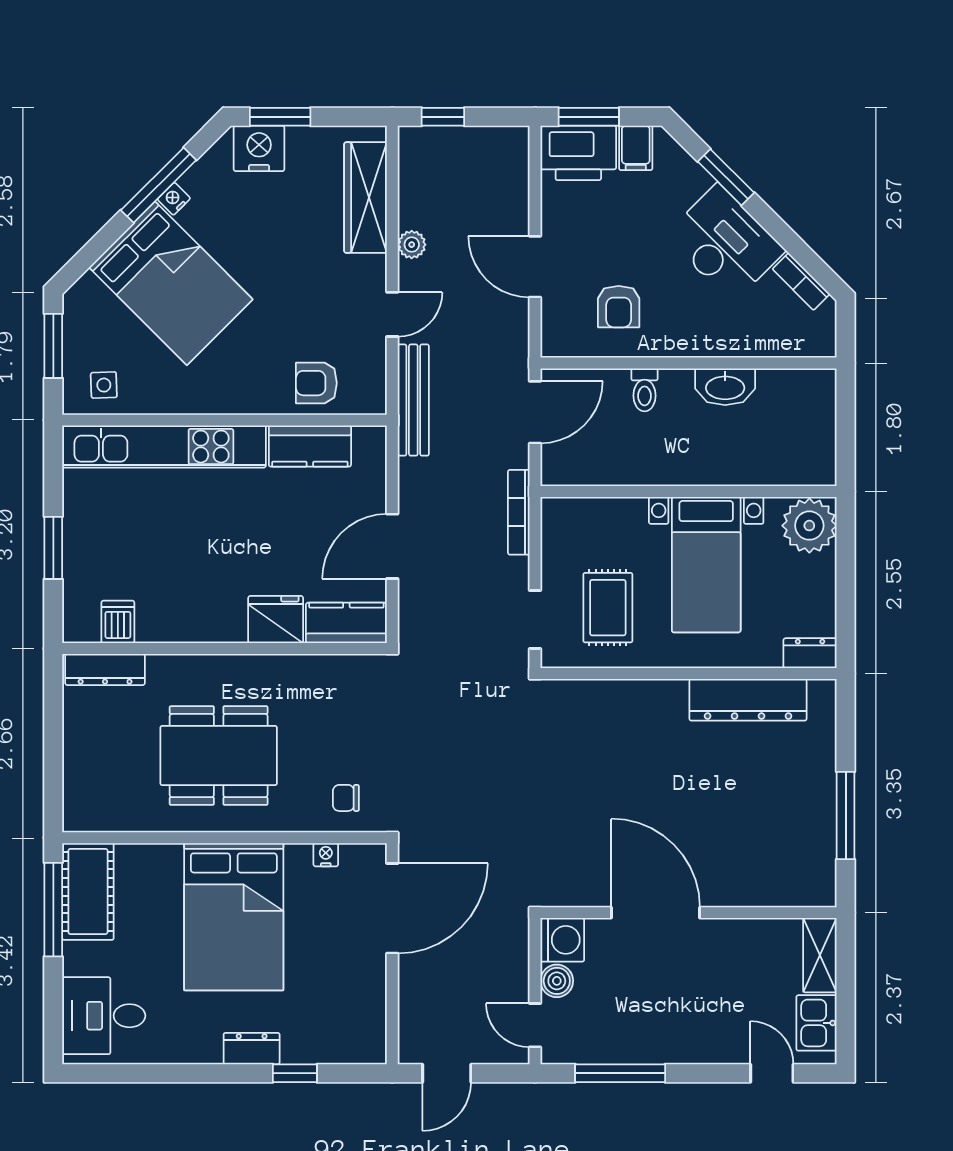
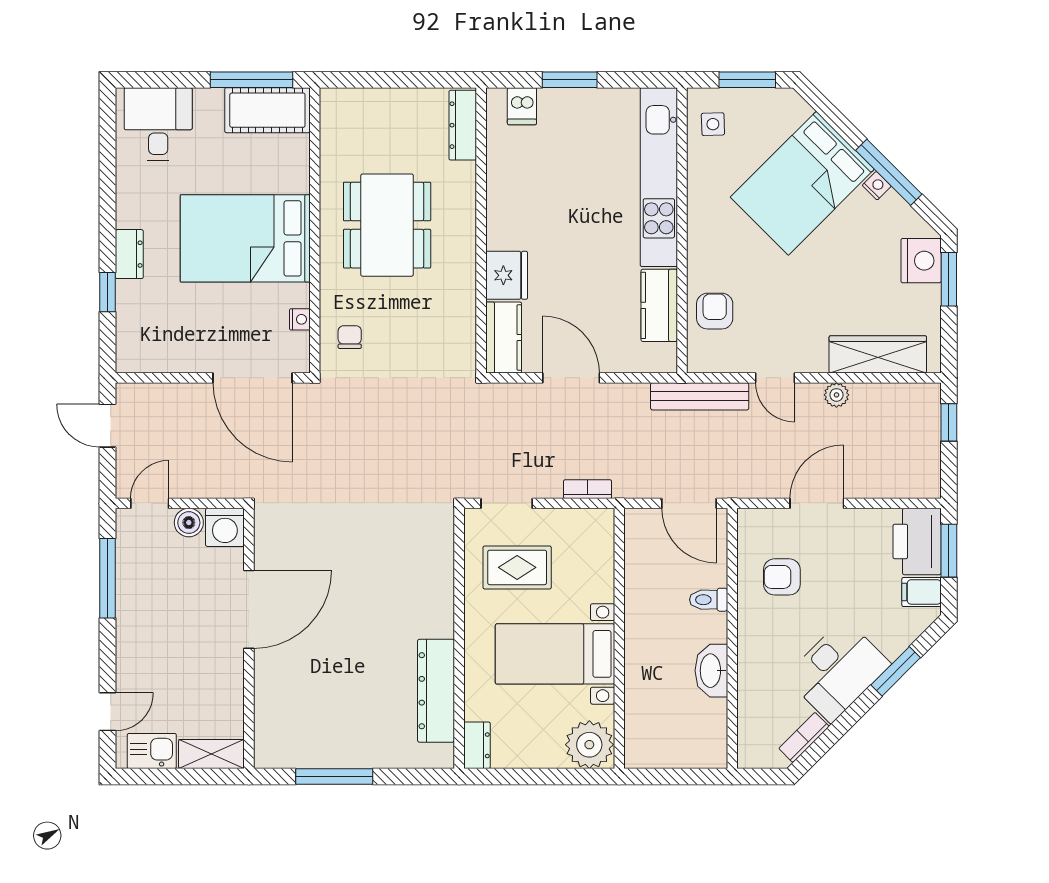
bookcase: (519, 512) -> (588, 489), width x0.64
dishwasher: (118, 622) -> (522, 106), moved, turned 90

